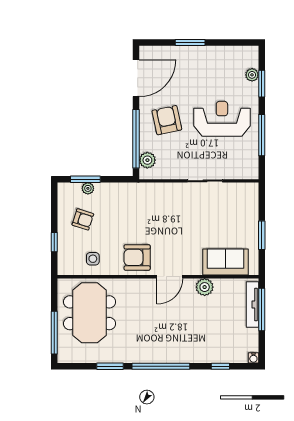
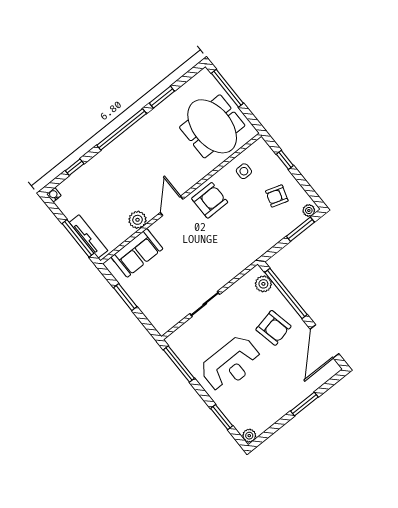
plant: (252, 75) -> (249, 436), moved
window: (262, 135) -> (179, 364), moved
plant: (88, 188) -> (309, 211), moved

